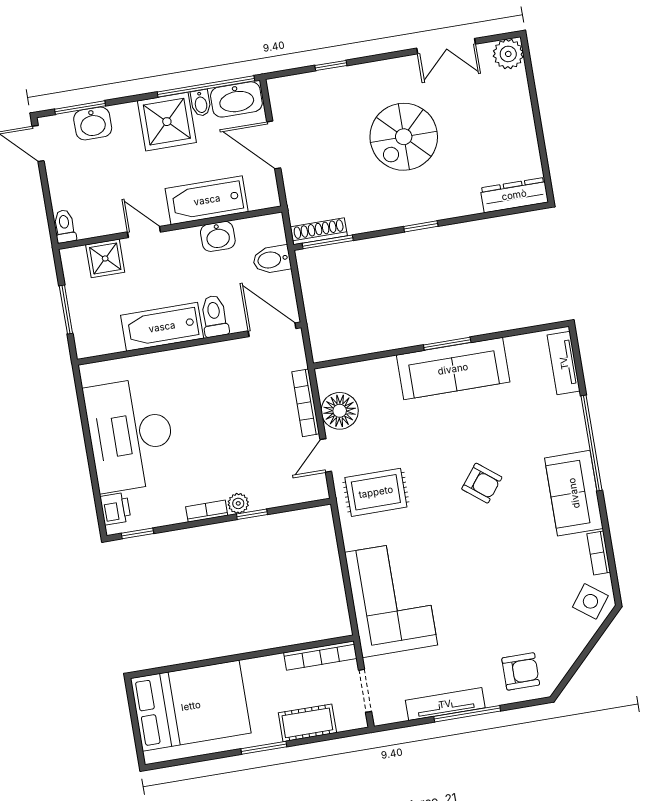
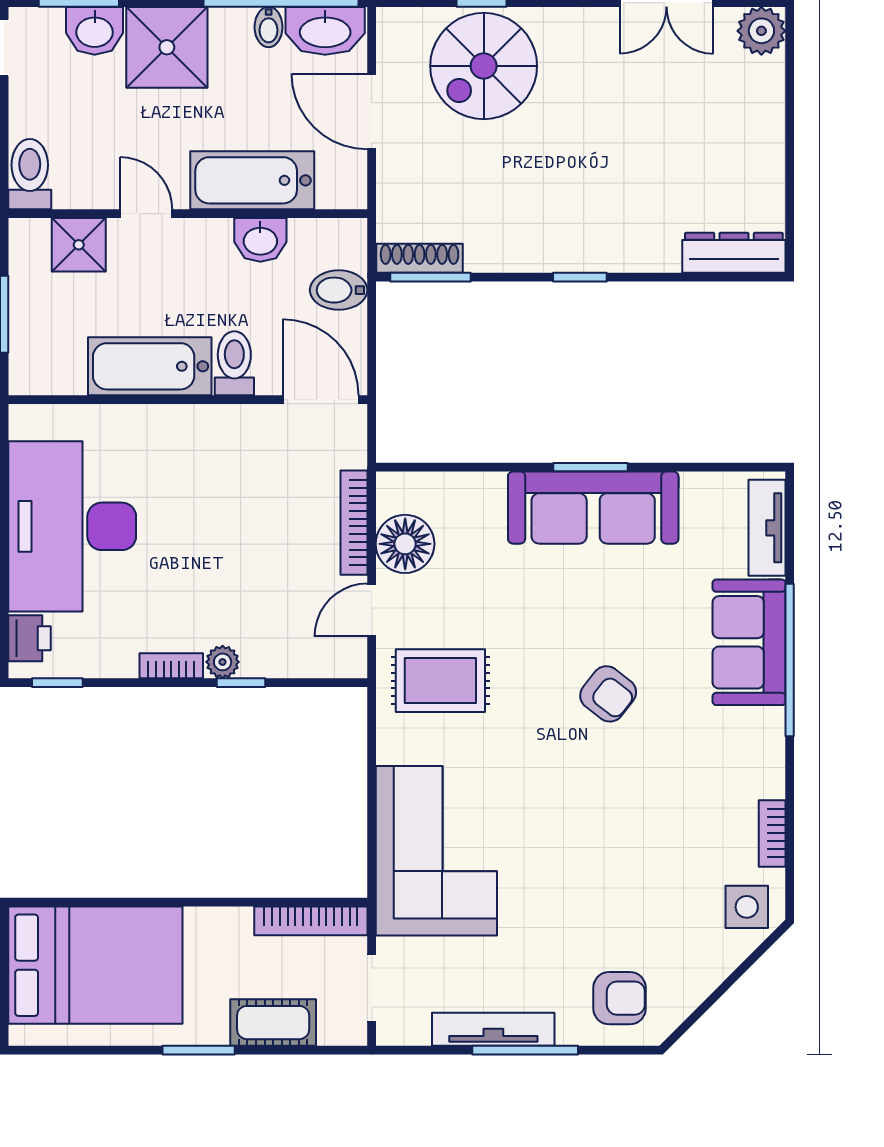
shower: (167, 122) -> (167, 47), moved
spiral stairs: (404, 137) -> (484, 66), moved
toilet: (65, 226) -> (30, 174), width x1.37, depth x1.39
sofa: (574, 493) -> (749, 642), moved
side table: (590, 601) -> (747, 907), turned -37

